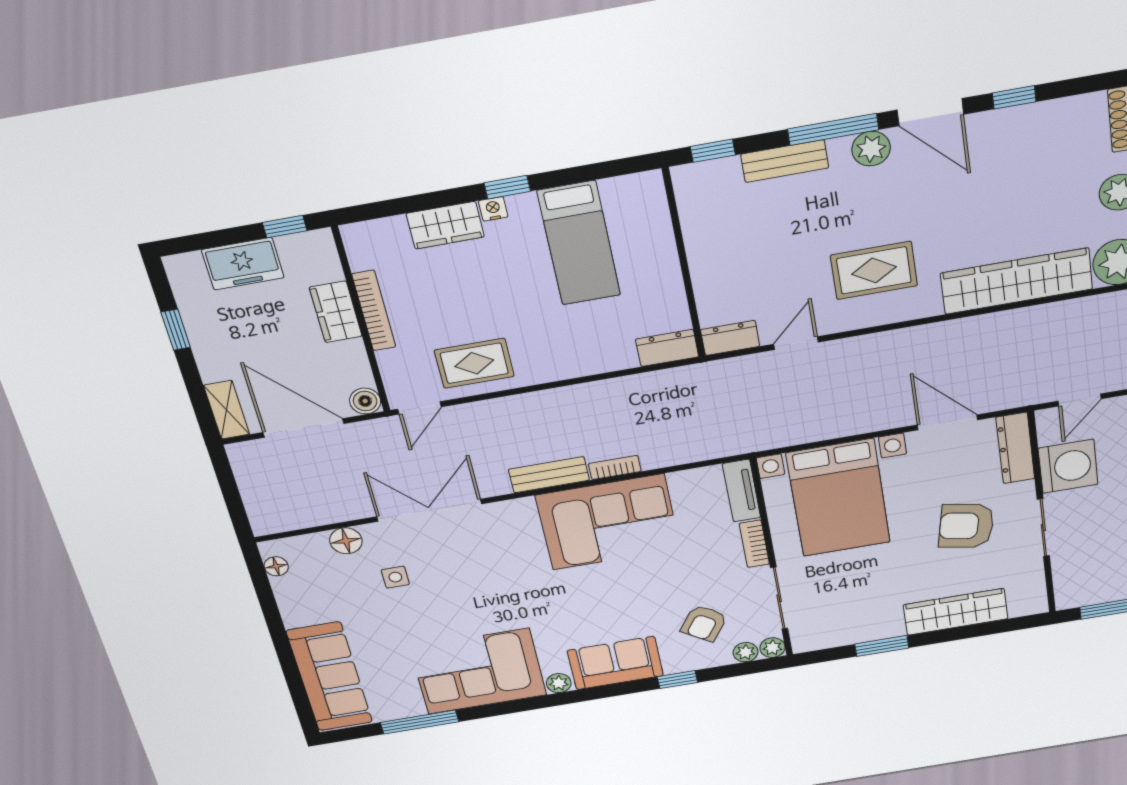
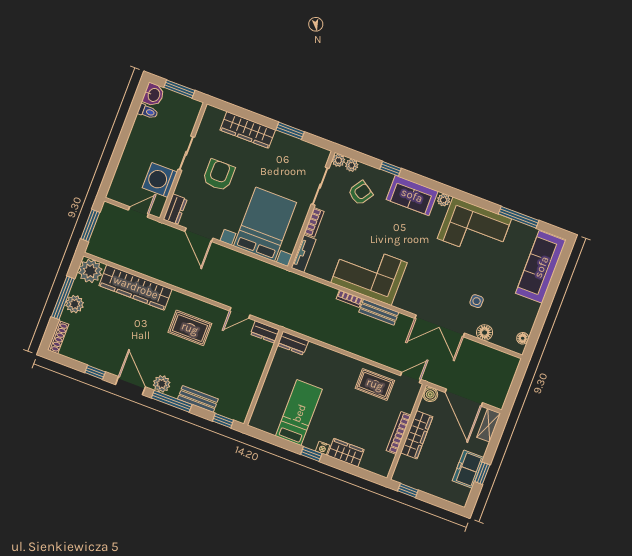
freezer: (243, 264) -> (468, 469), moved, turned -90
wardrobe: (336, 312) -> (417, 435), width x1.50
dresser: (1015, 448) -> (175, 209), width x0.70
armchair: (966, 526) -> (219, 175), turned -101

